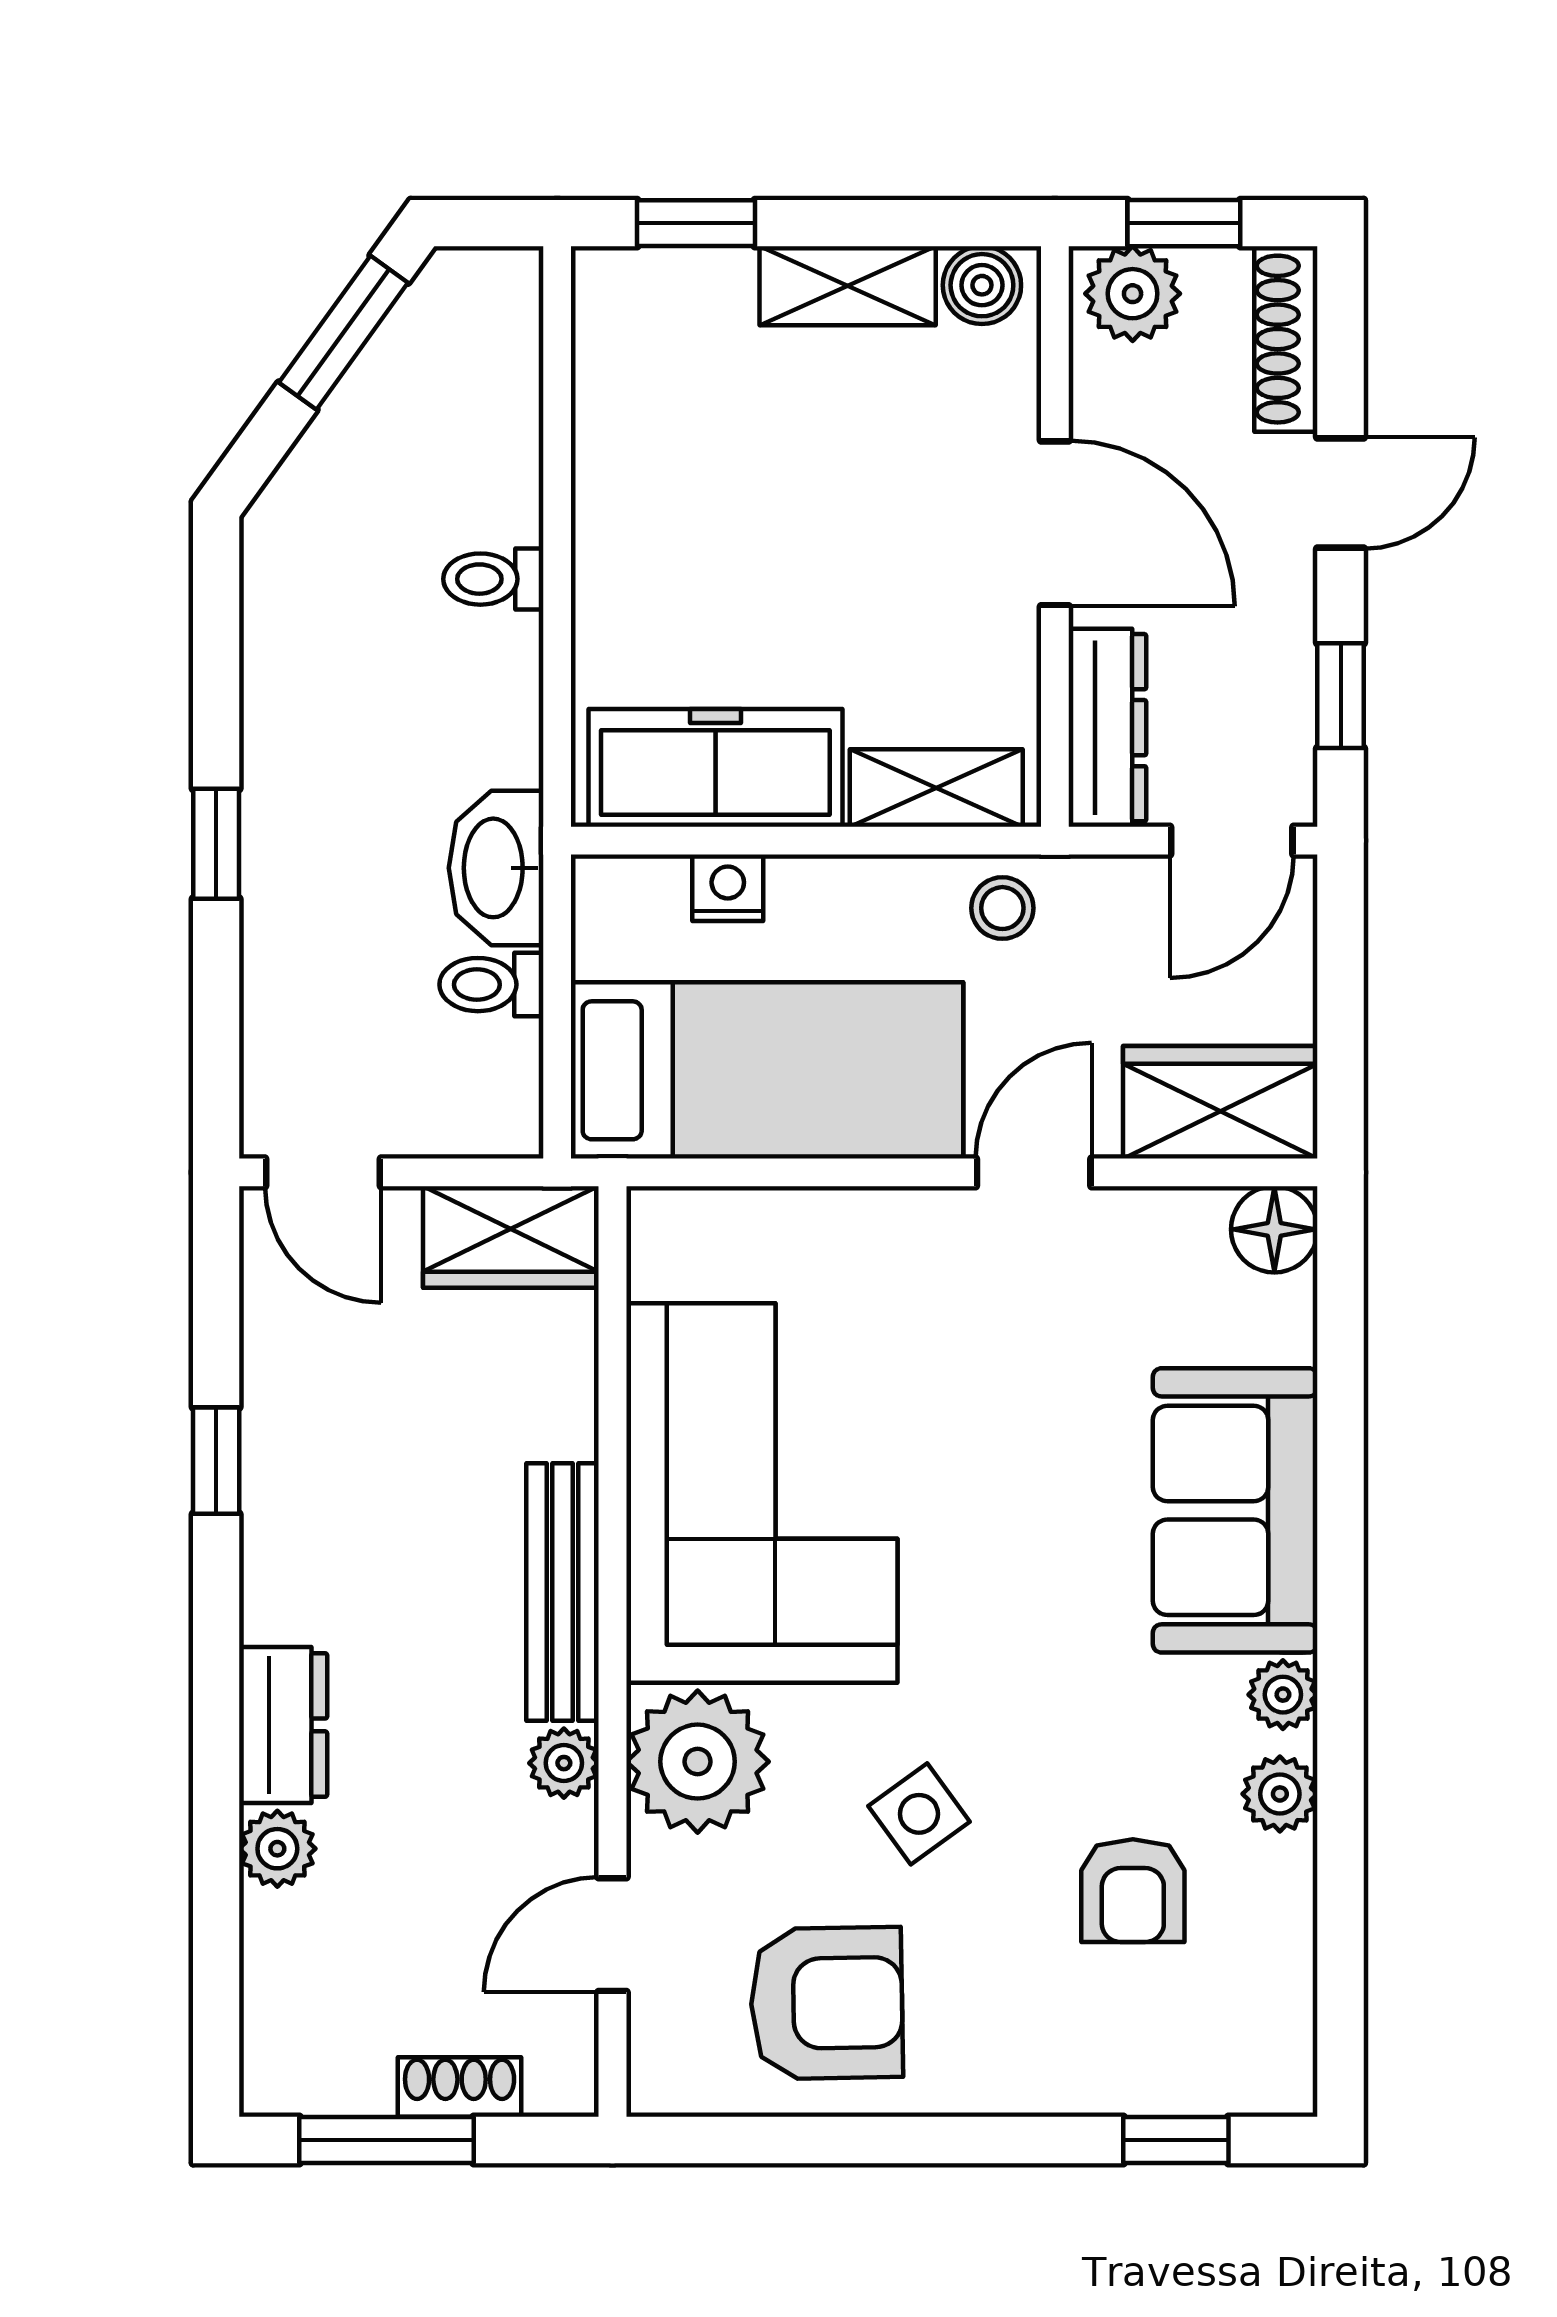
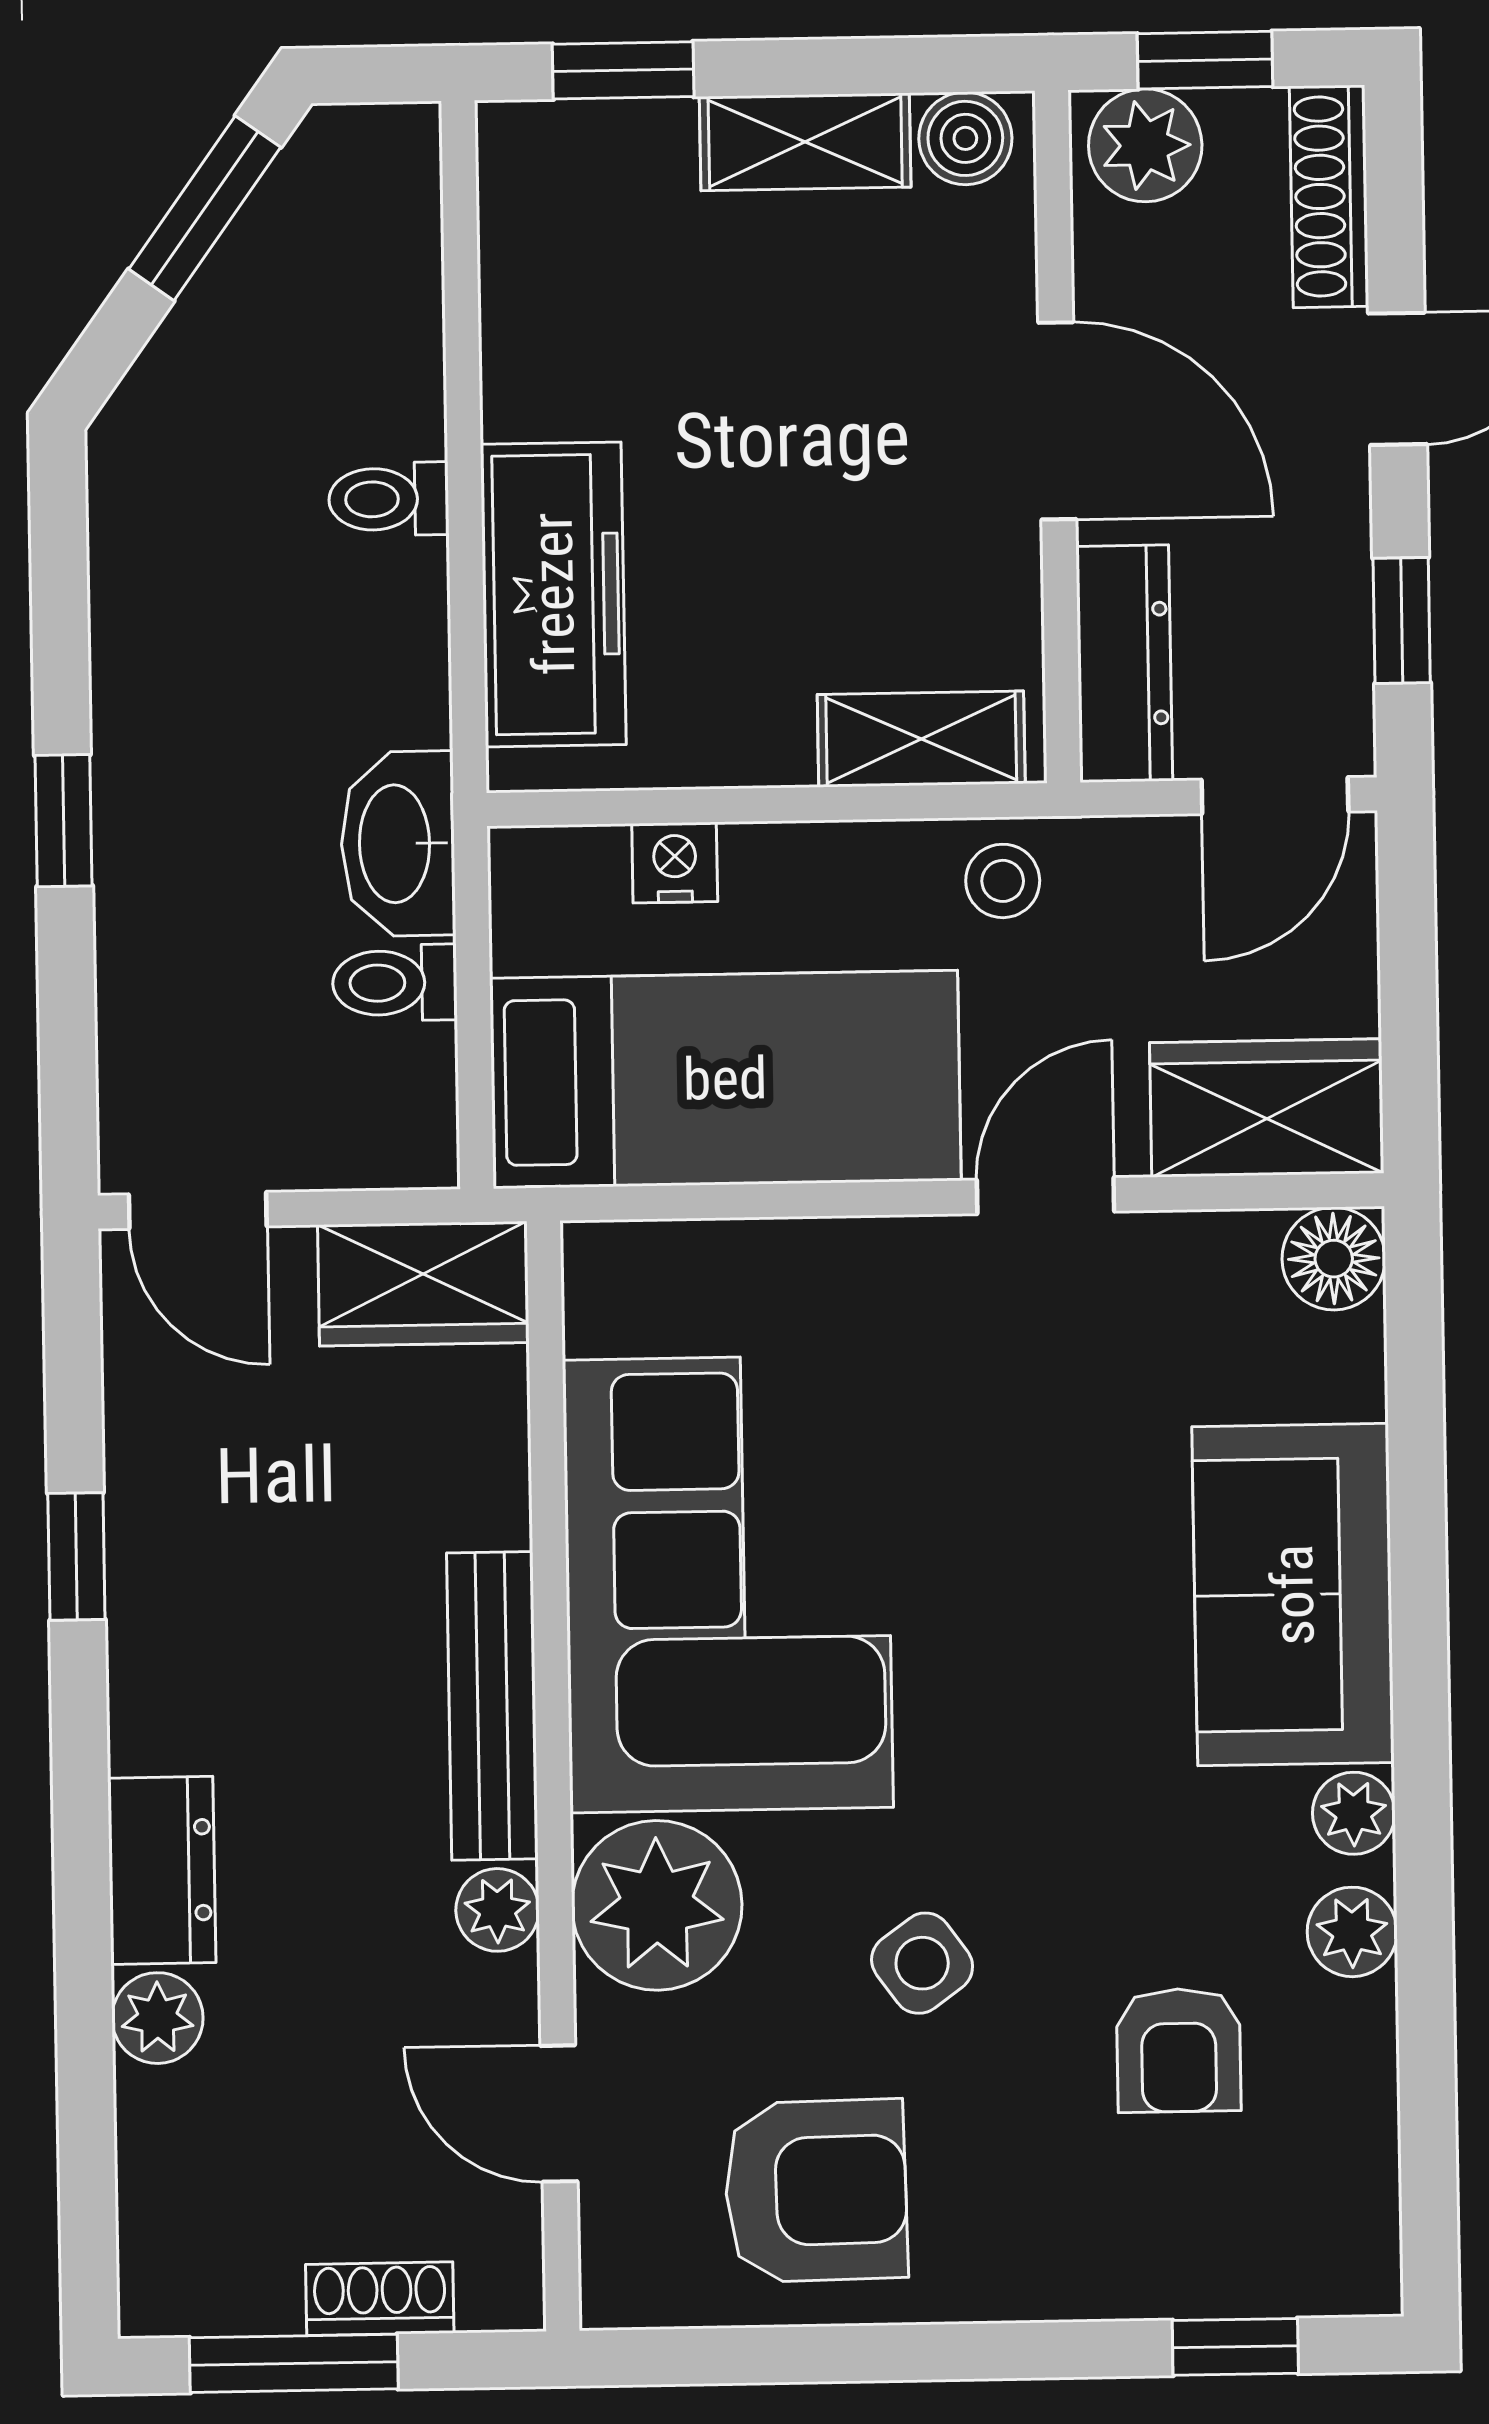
freezer: (715, 768) -> (553, 594), moved, turned 90
door: (612, 1935) -> (559, 2114), hinge flipped

